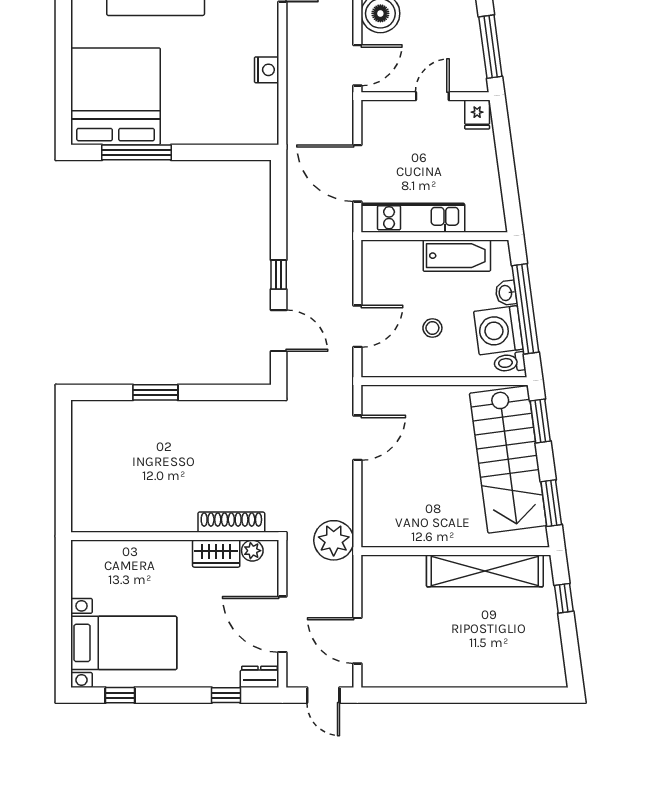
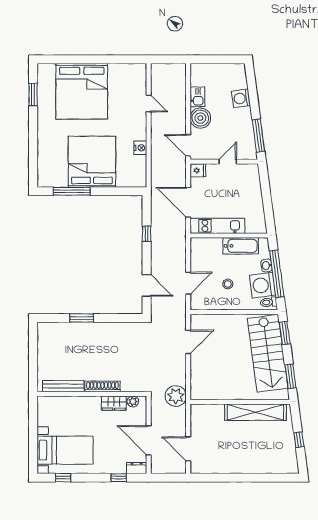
door: (357, 65) -> (188, 145), swing flipped
bed: (116, 96) -> (92, 162), moved
fridge: (477, 114) -> (198, 170), moved, turned -90
window: (279, 275) -> (147, 234), moved
bench: (120, 522) -> (63, 386), added
shoe rack: (231, 522) -> (102, 386), moved
window: (564, 598) -> (299, 440), moved
door: (323, 695) -> (170, 478), removed

